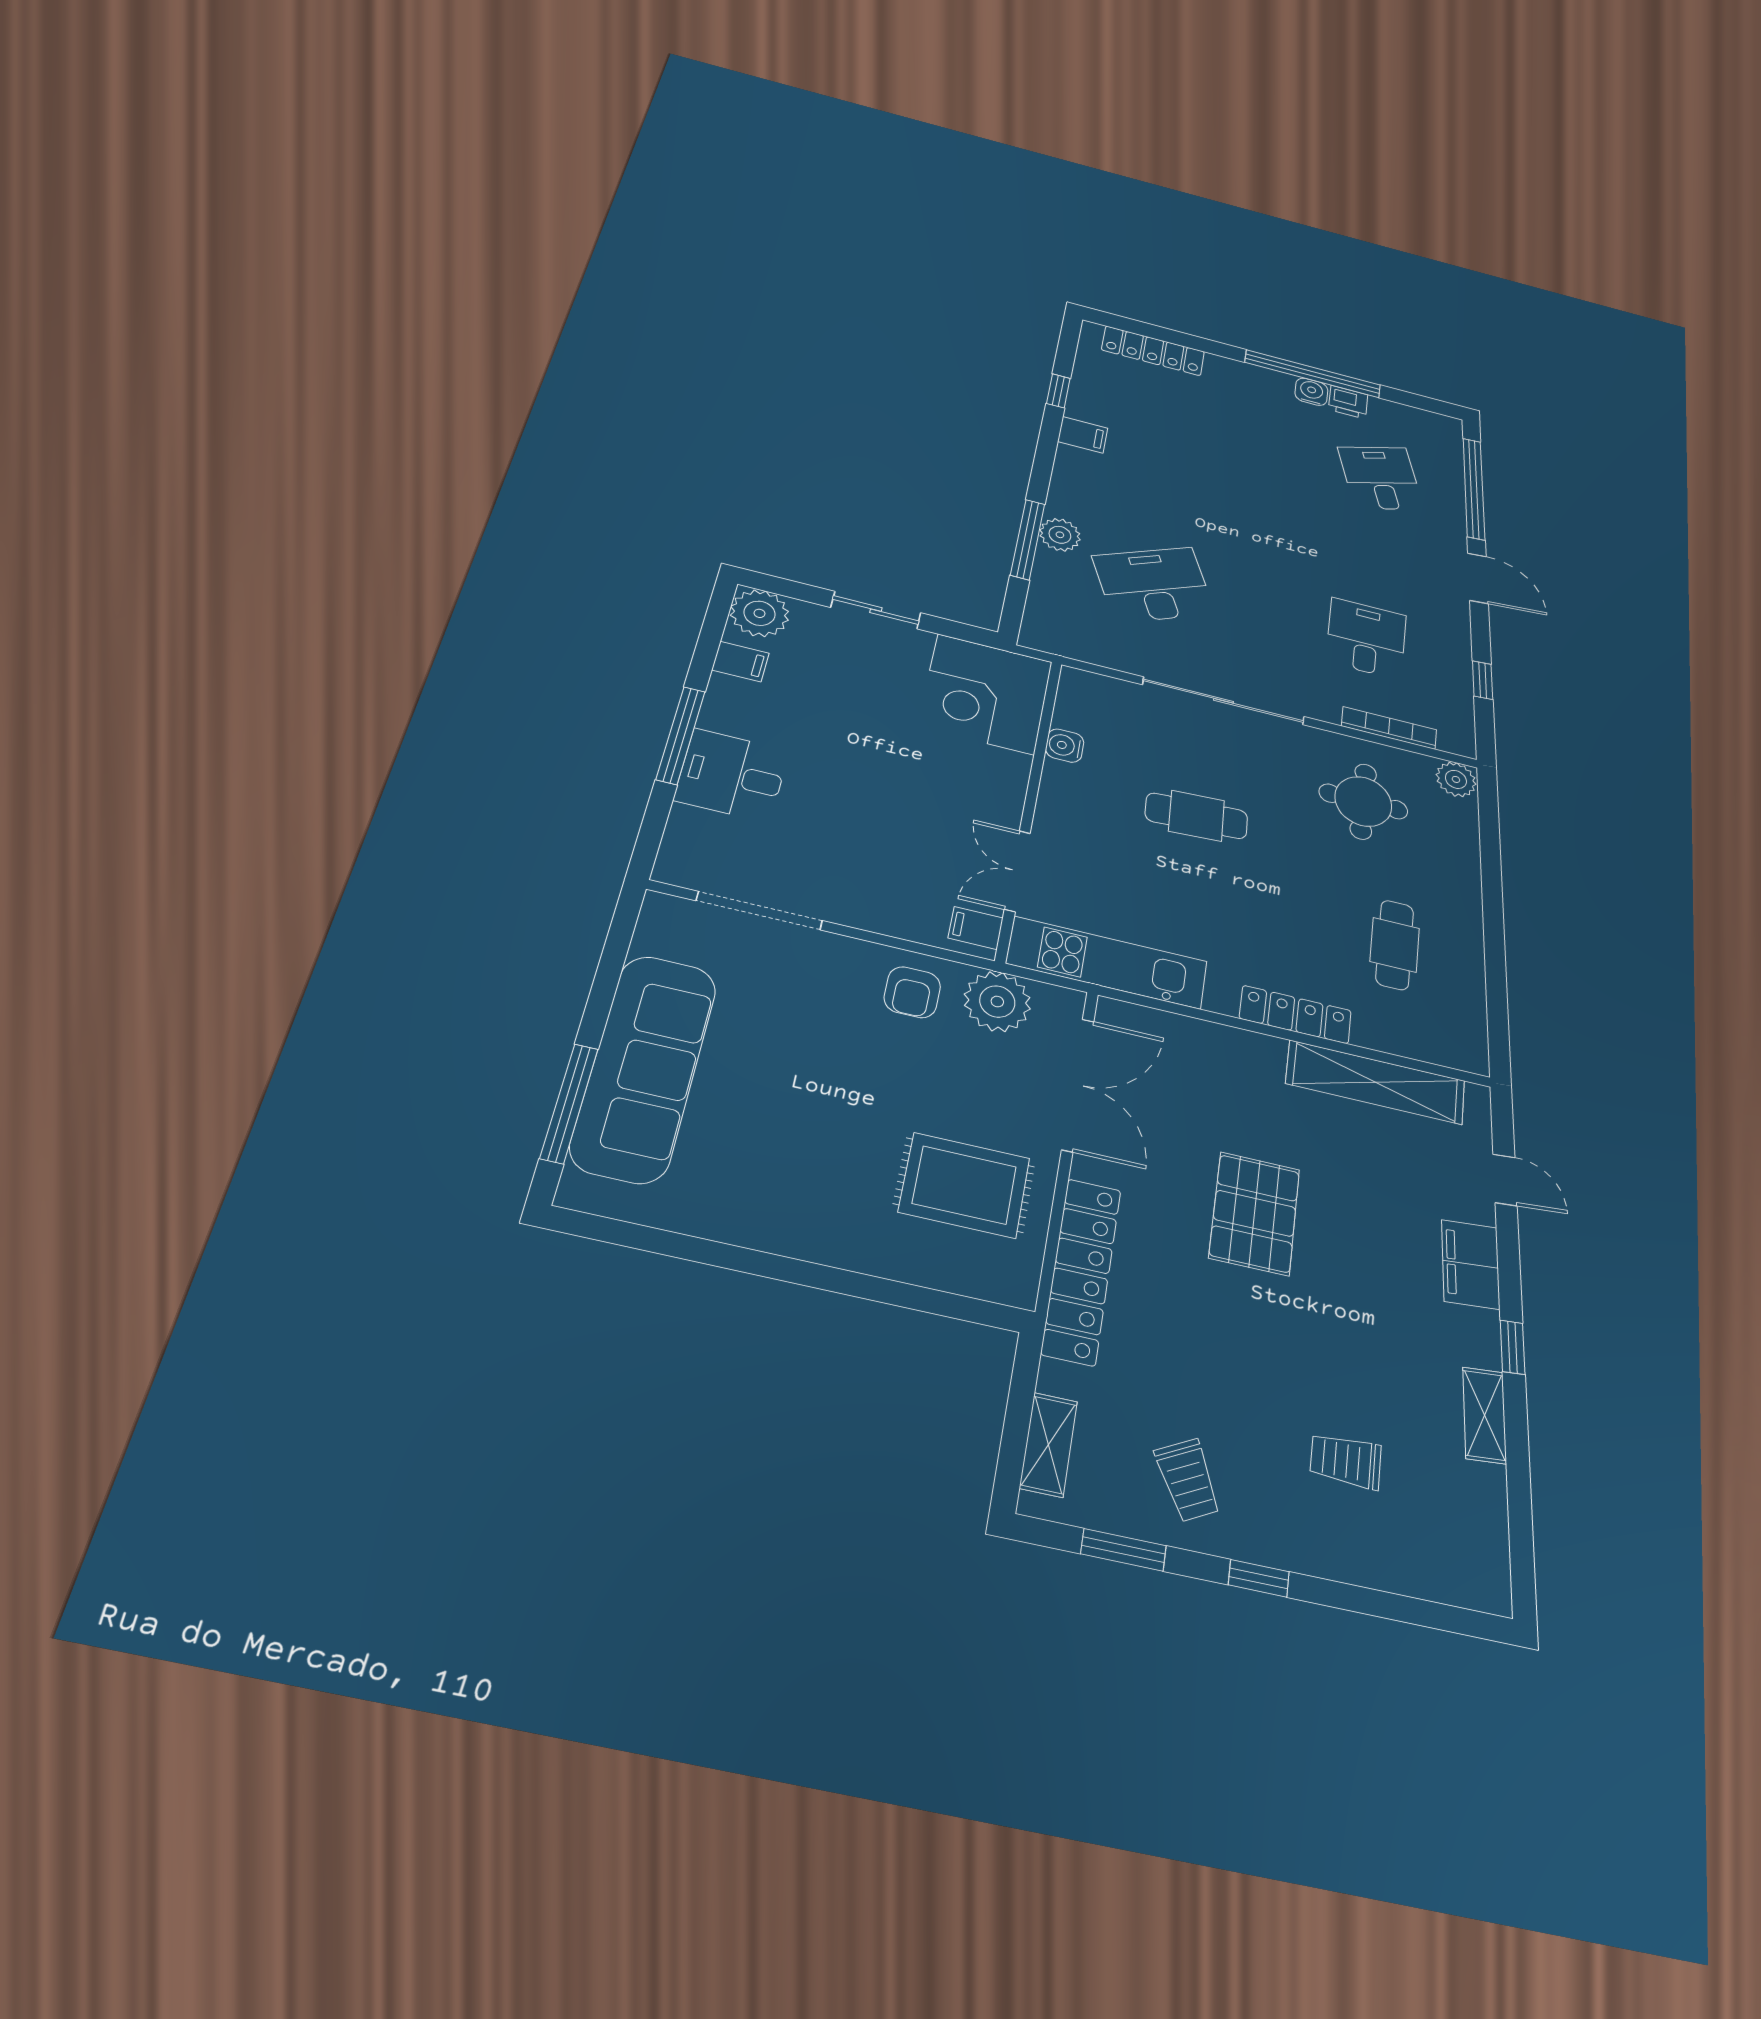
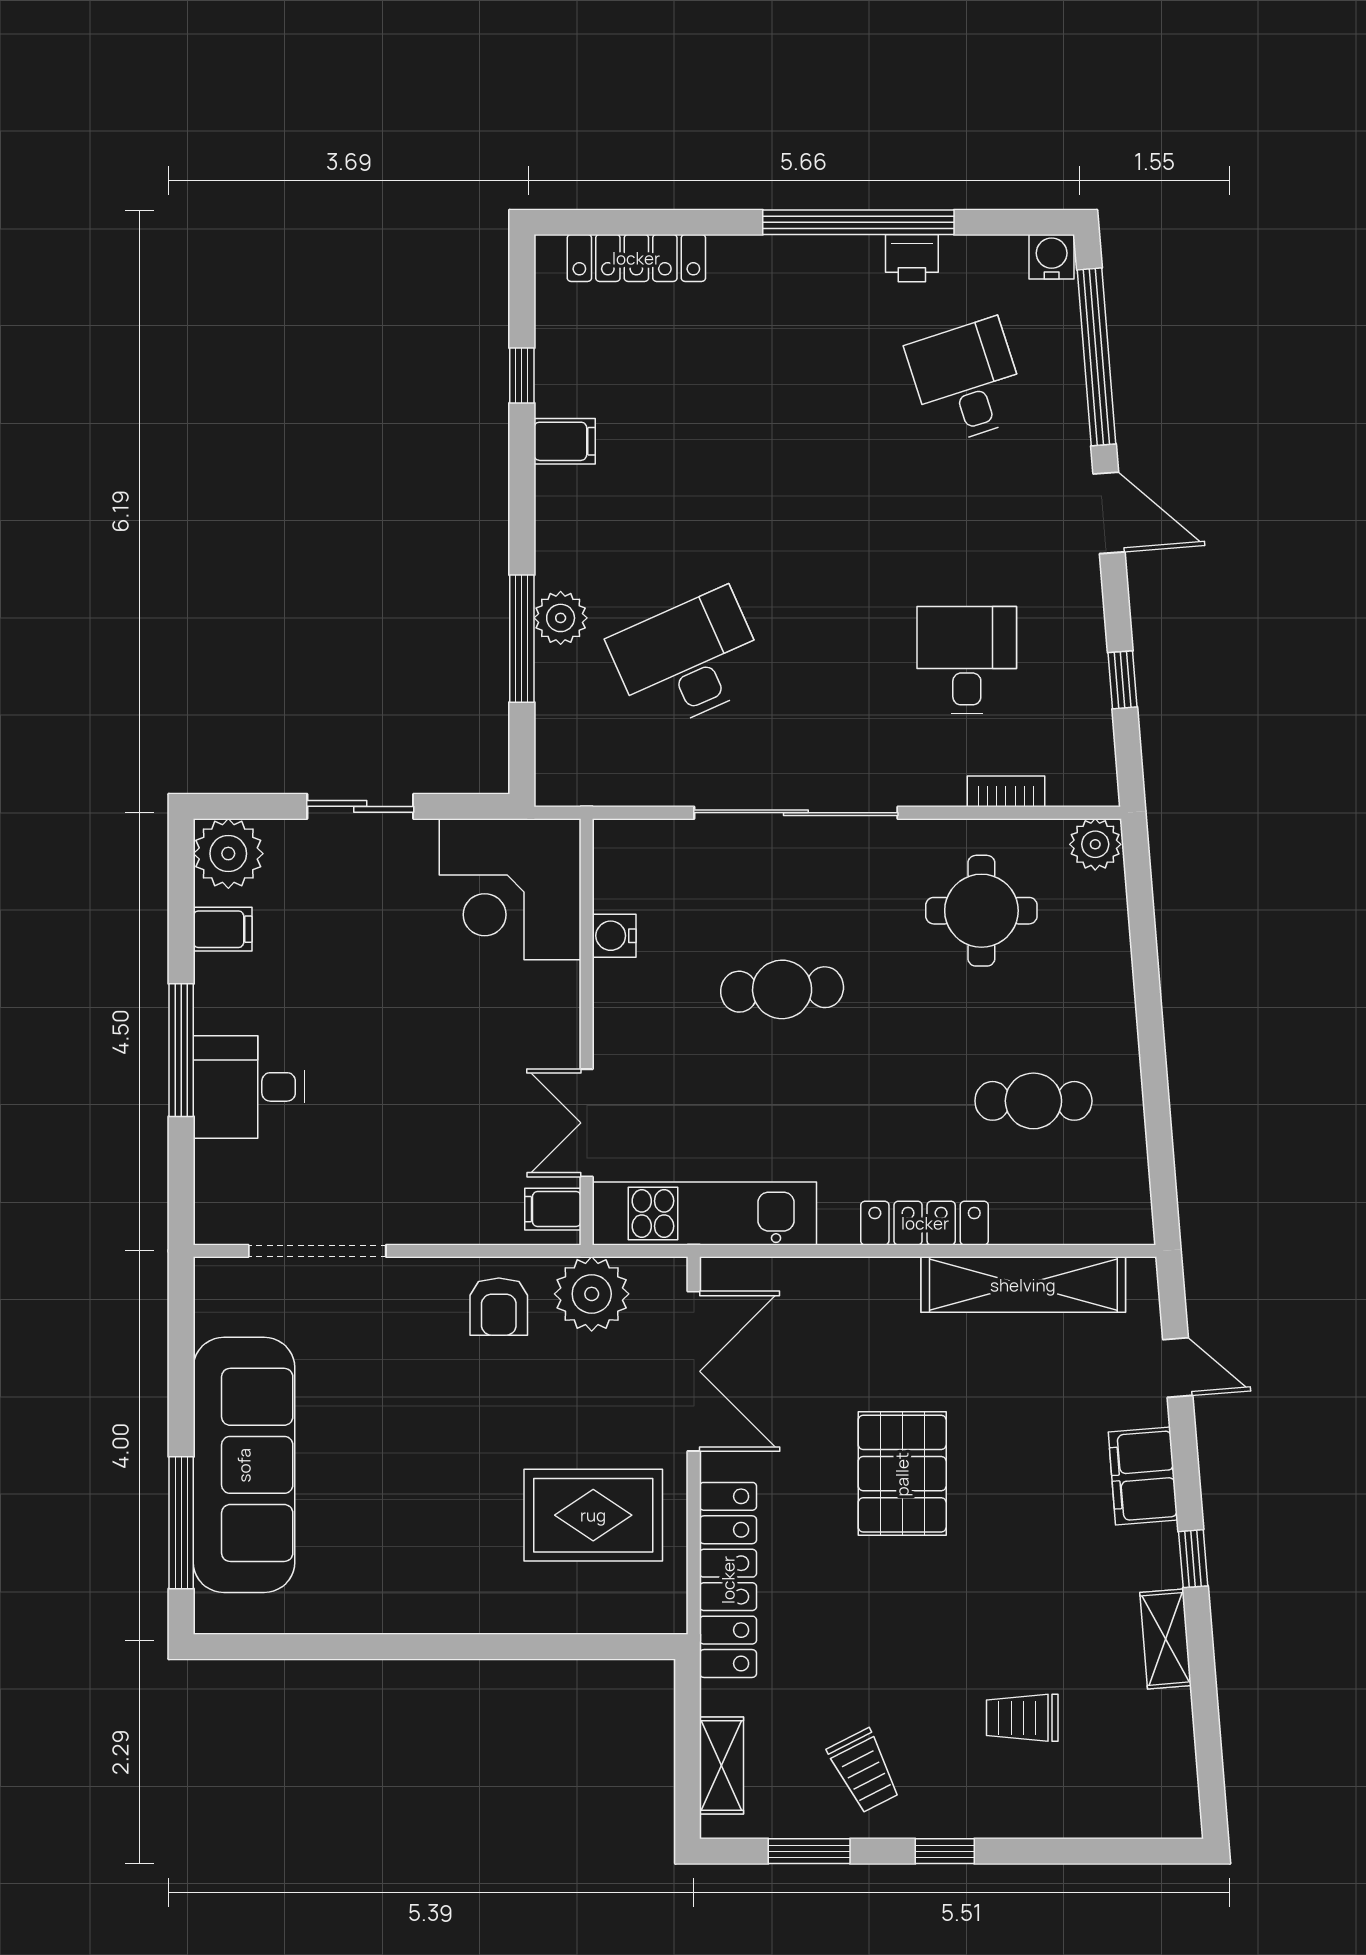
water cooler: (1311, 392) -> (1052, 257), moved
bookcase: (1389, 728) -> (1006, 791), width x0.64
cafe table: (1395, 945) -> (1033, 1101), turned 90

